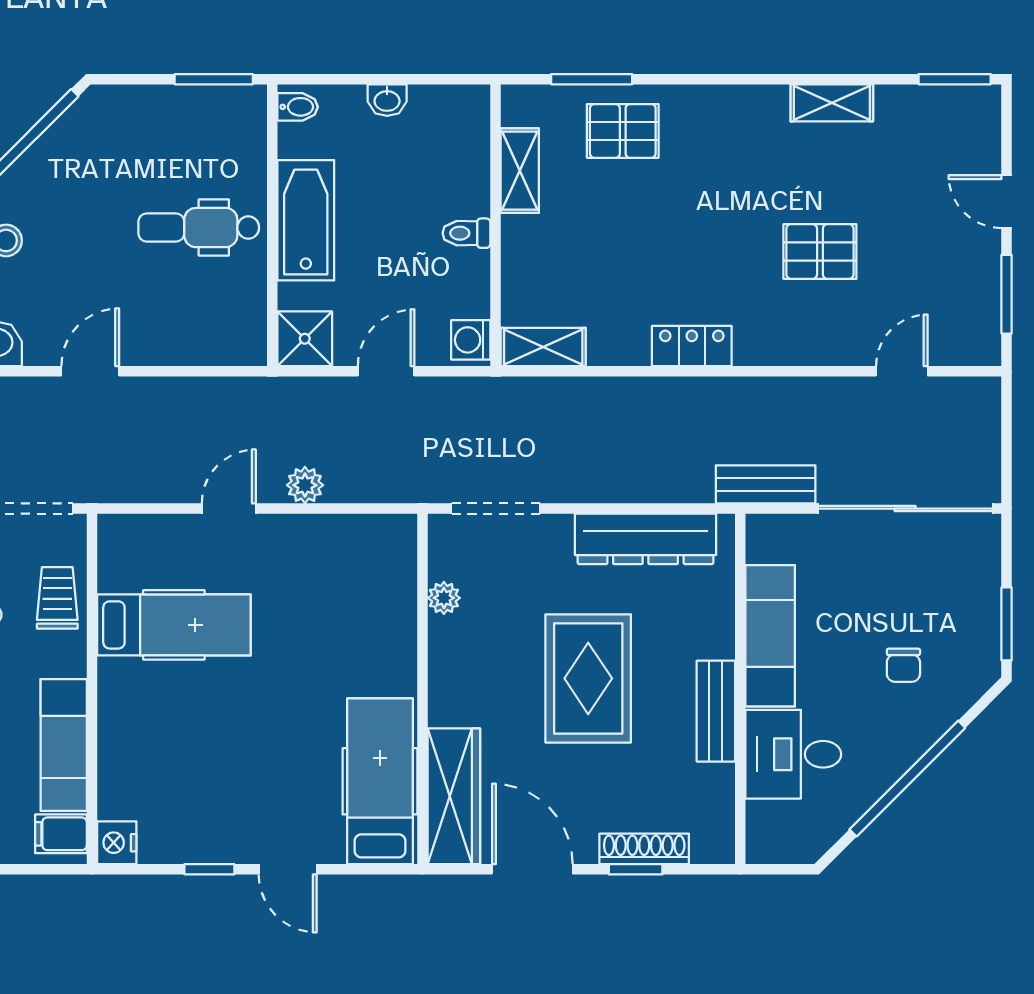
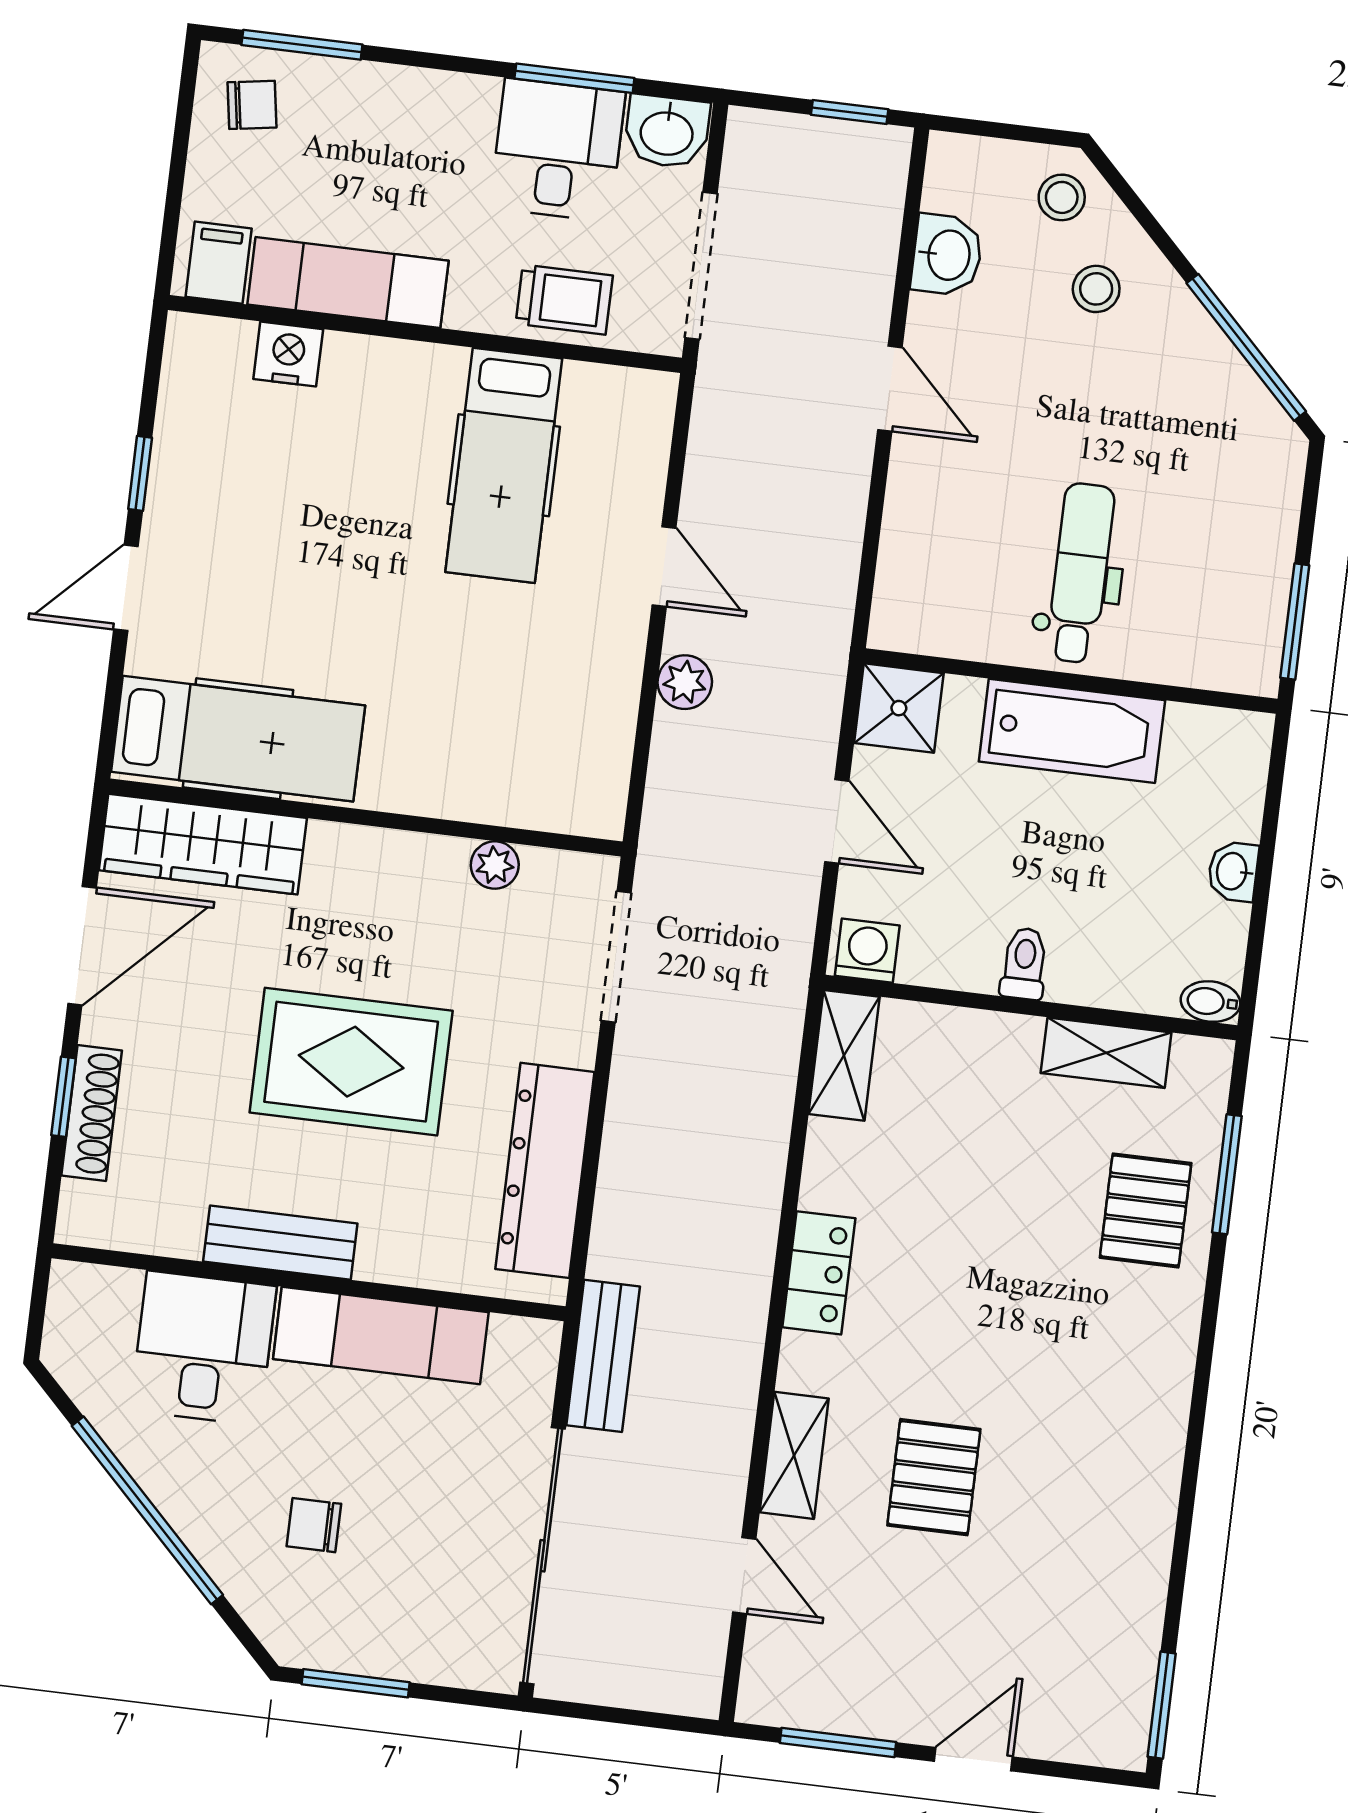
shelving: (832, 103) -> (794, 1455), moved
bidet: (298, 107) -> (1210, 1002), moved, turned 90
nightstand: (117, 843) -> (288, 354), moved

